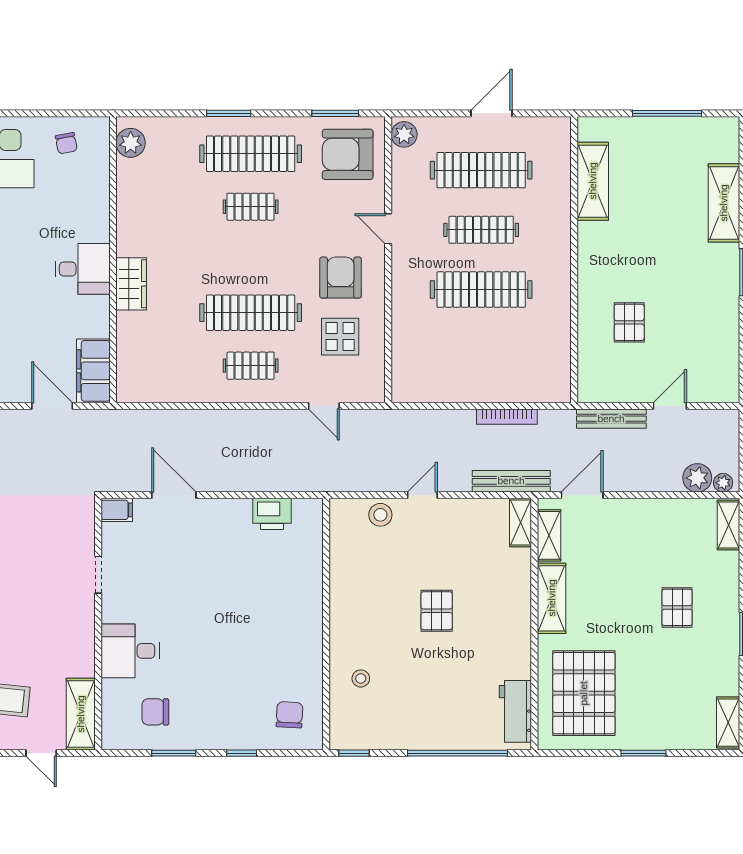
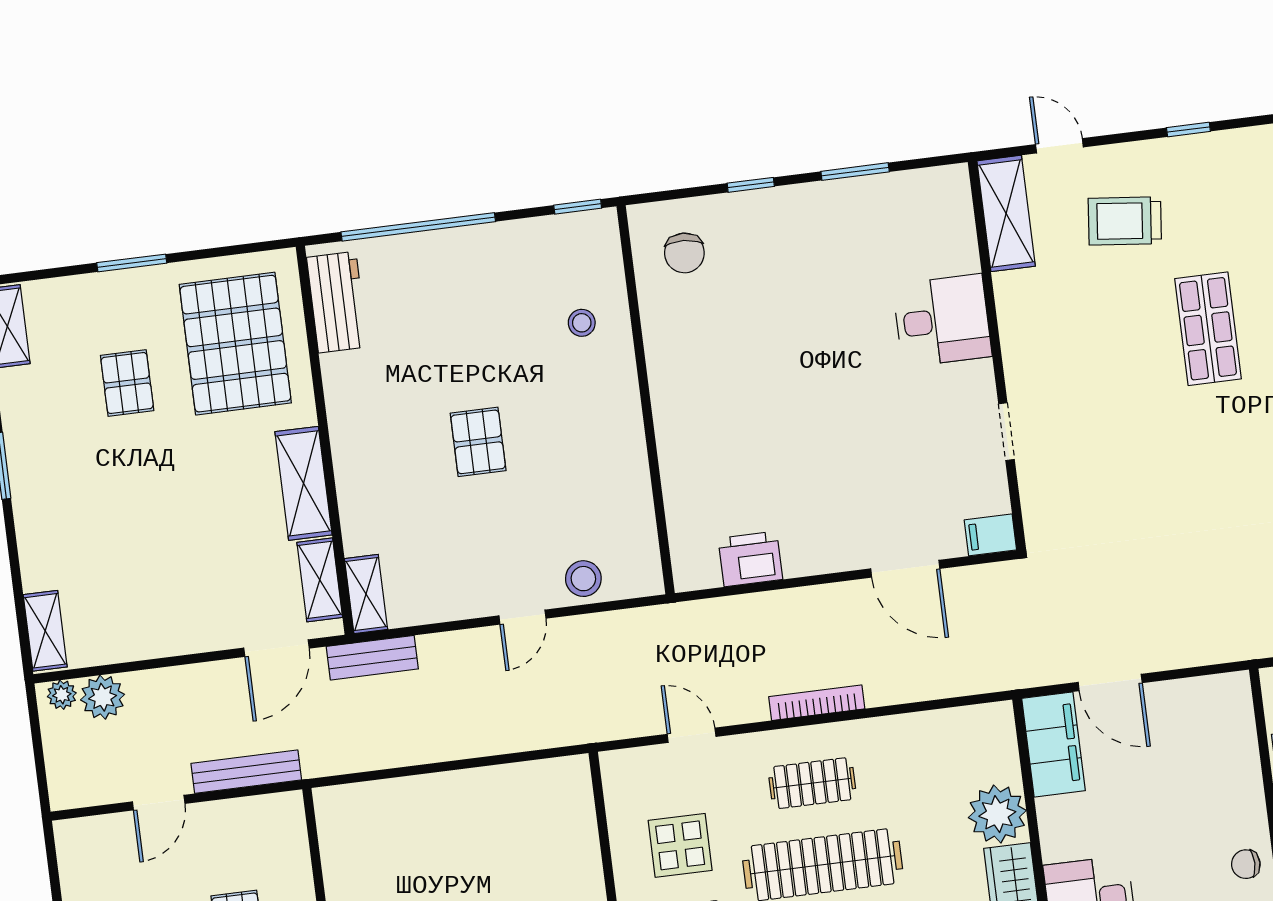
plant: (135, 331) -> (997, 814), added
bookcase: (507, 417) -> (817, 703), moved
bench: (511, 481) -> (372, 658), width x0.73
pallet: (677, 607) -> (127, 383), moved
chair: (155, 712) -> (892, 231), removed

